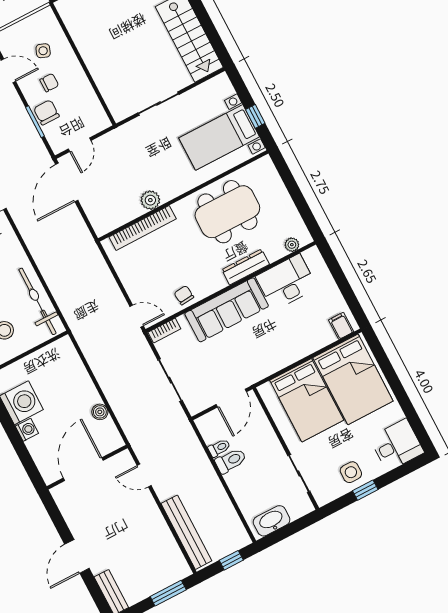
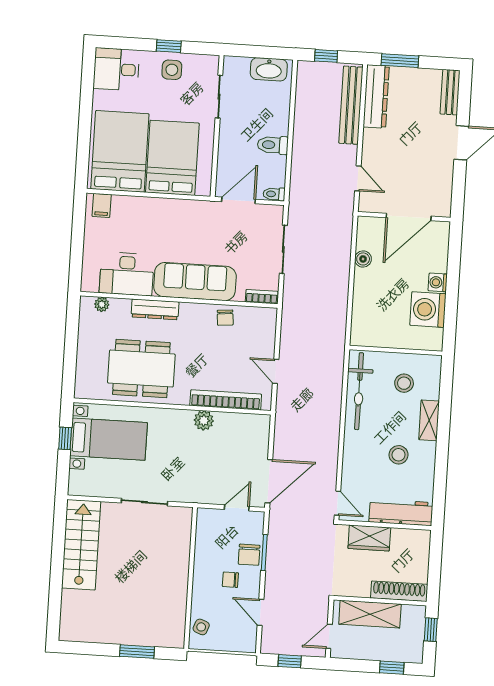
side table: (43, 51) -> (201, 627), moved
door: (137, 316) -> (276, 371), moved
toilet: (219, 448) -> (274, 194), moved
dresser: (170, 552) -> (376, 96), added

